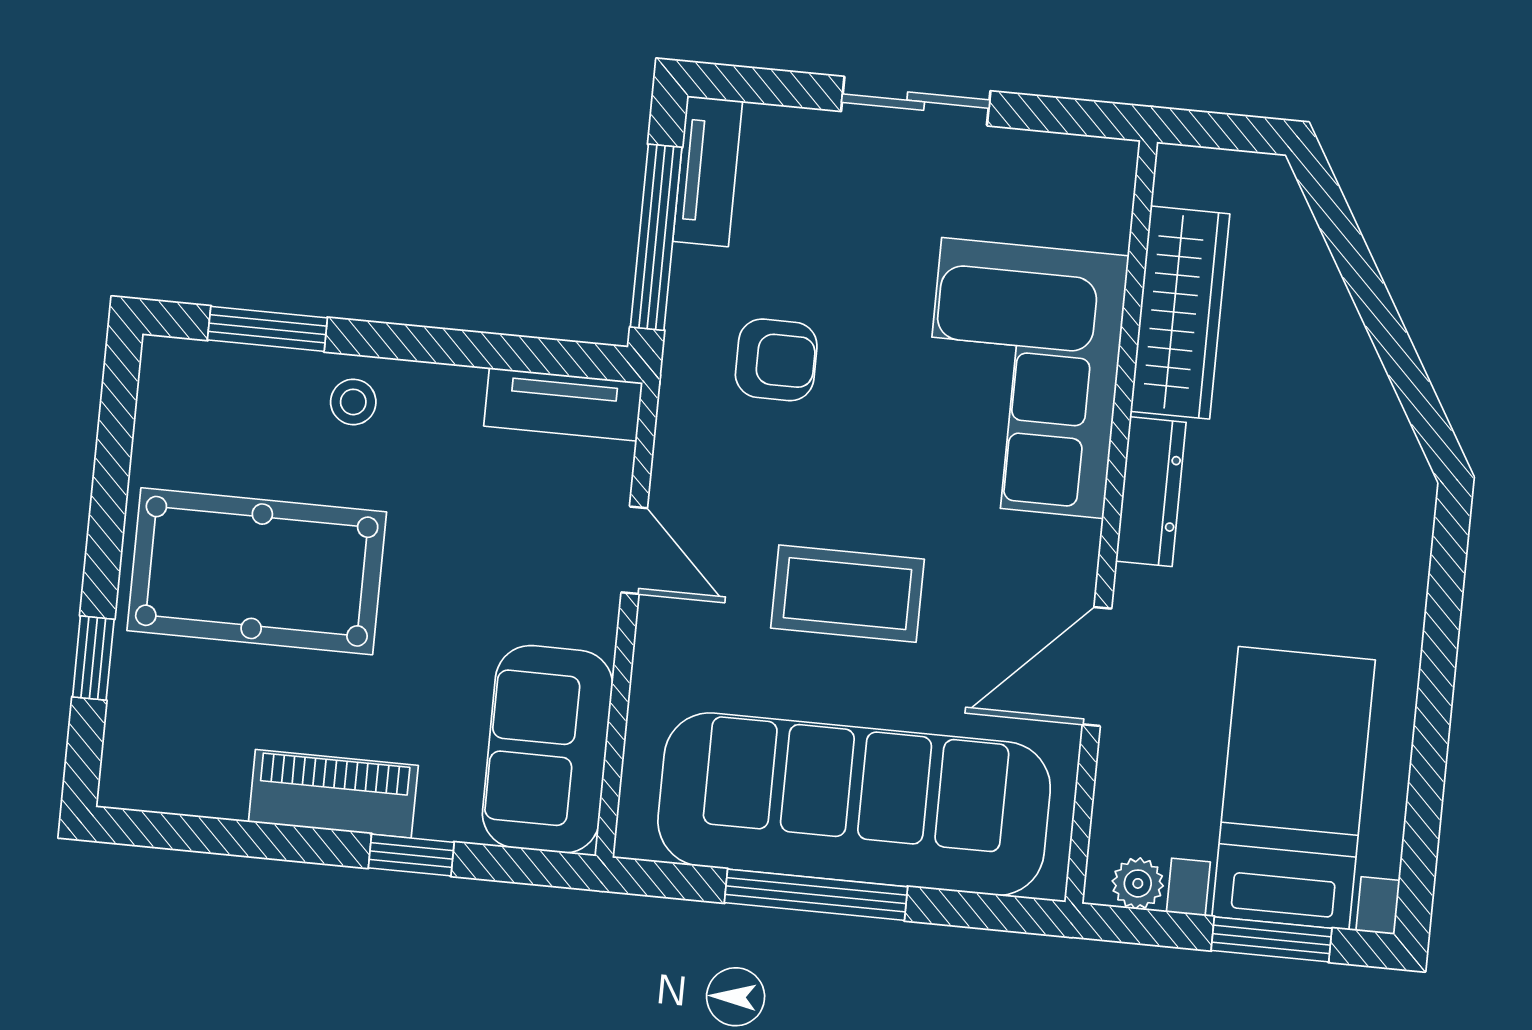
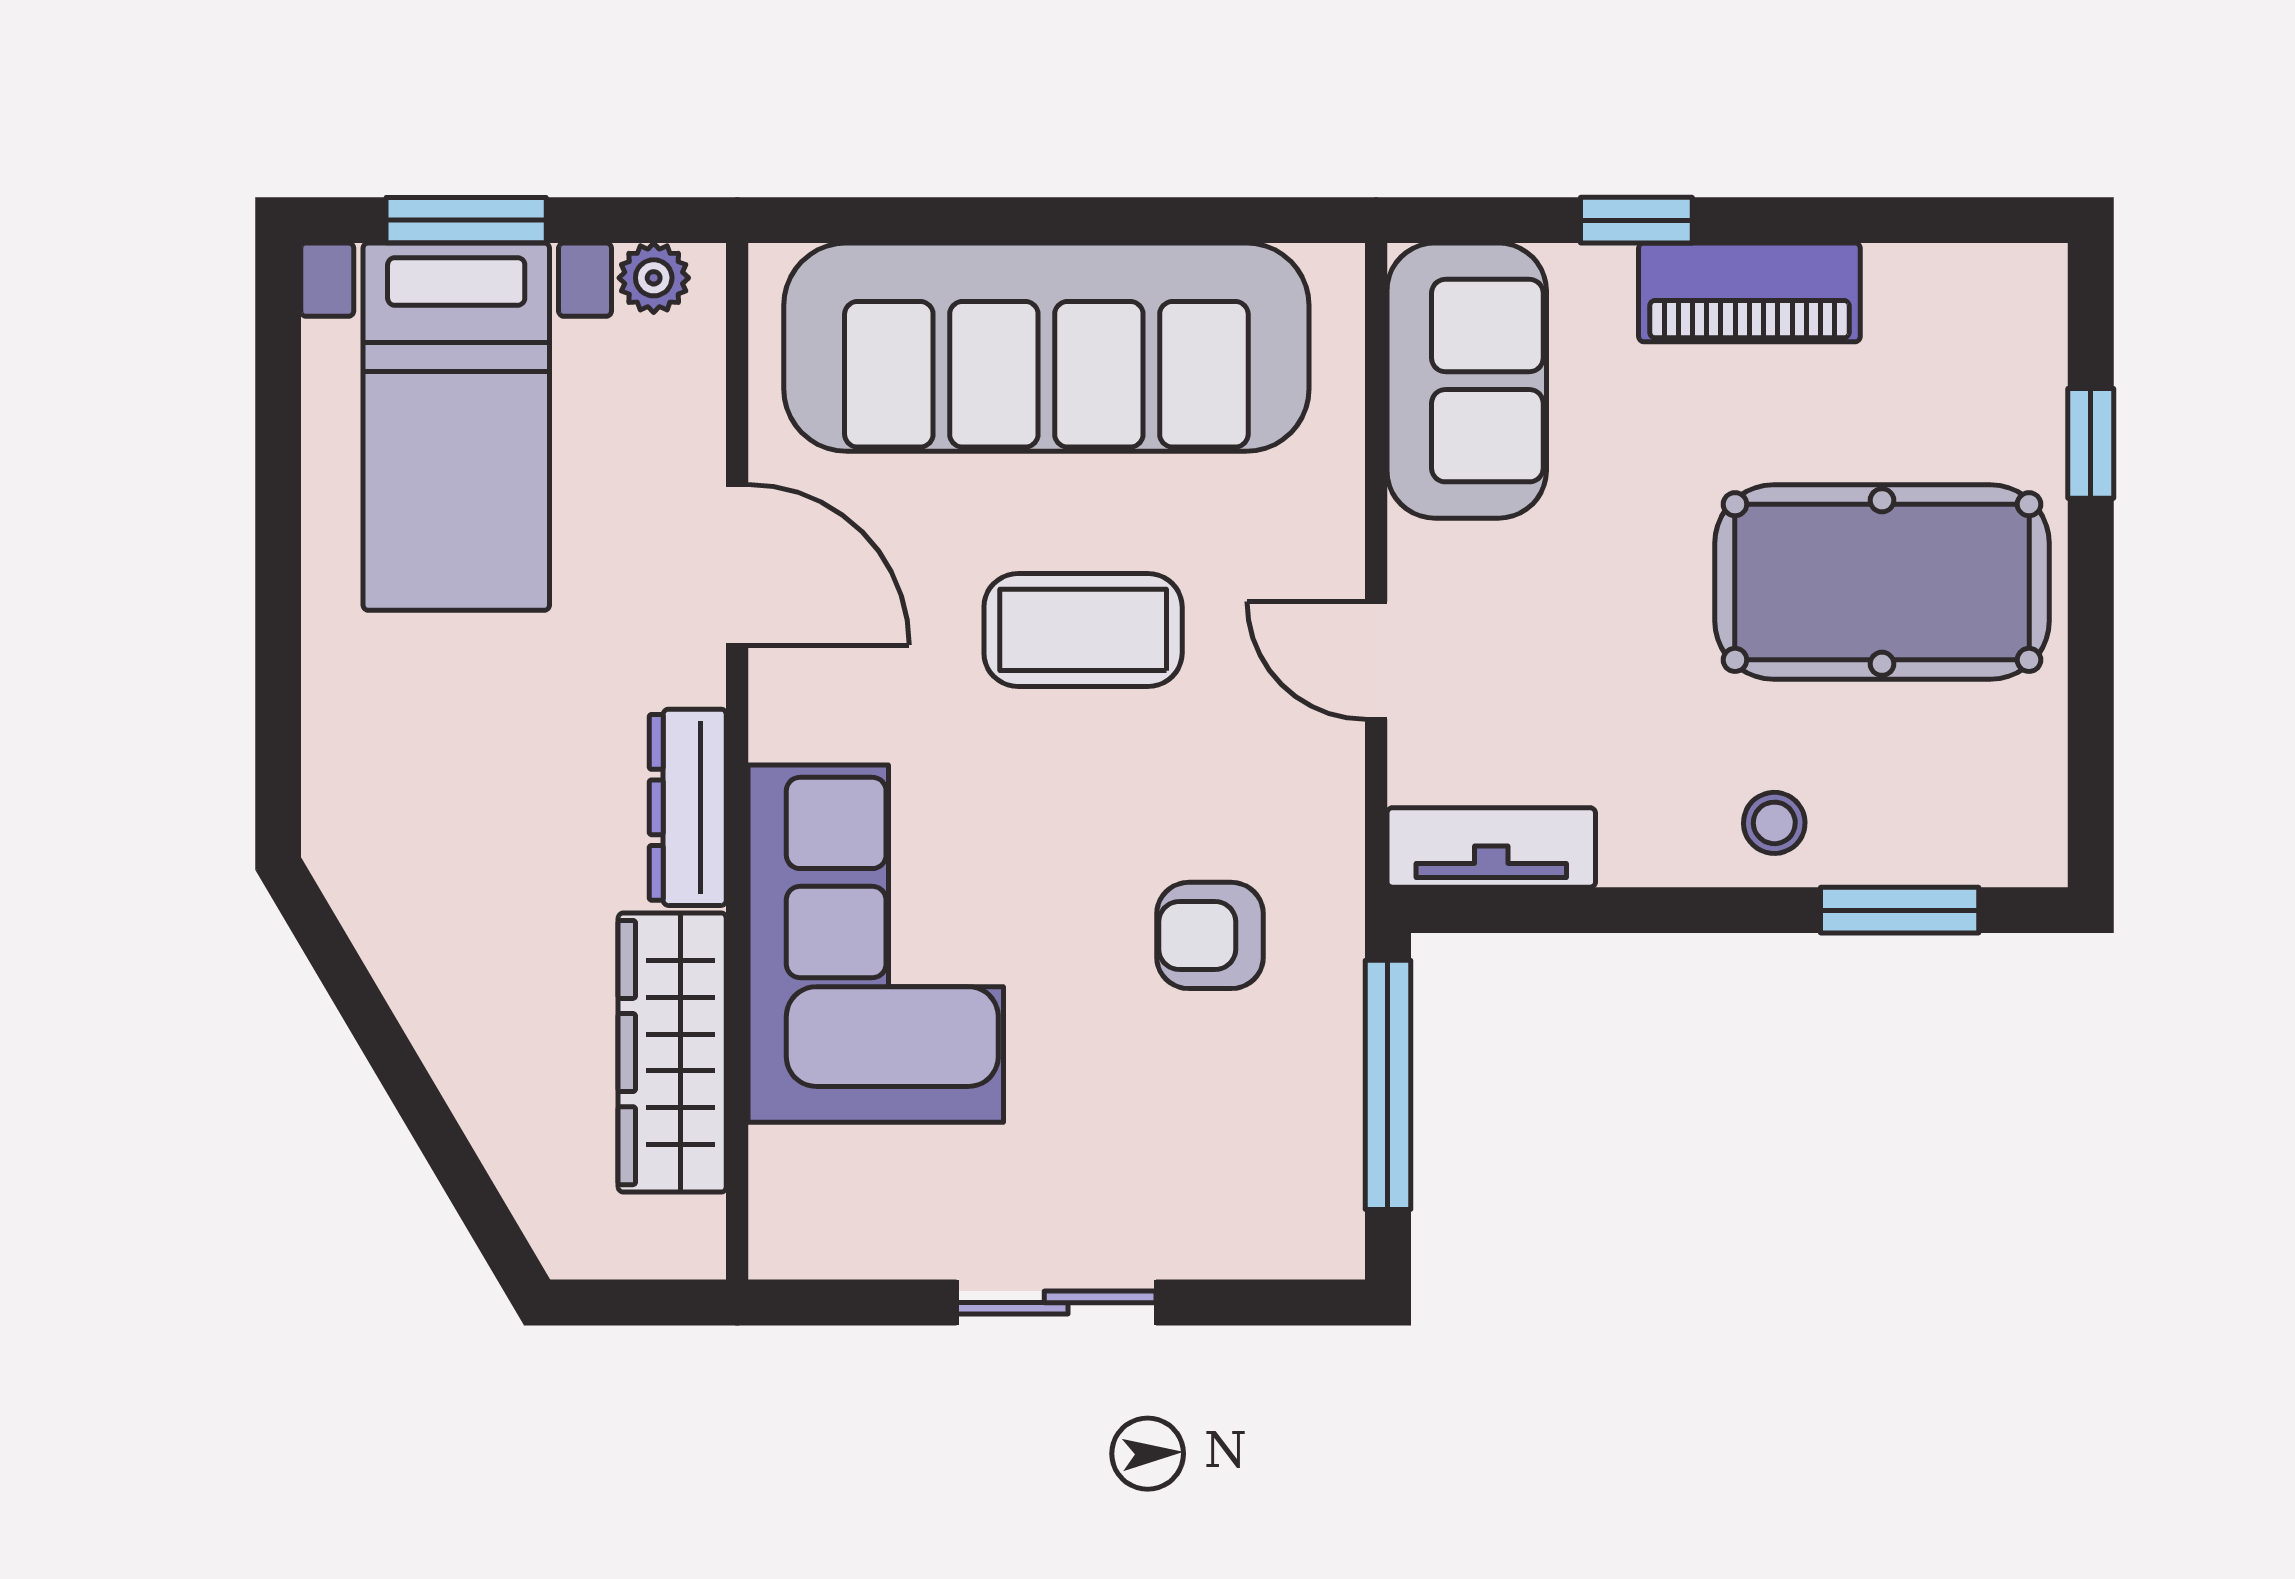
tv unit: (708, 171) -> (1327, 1181), removed
door: (1097, 666) -> (737, 565), hinge flipped
window: (816, 895) -> (1086, 220), removed

